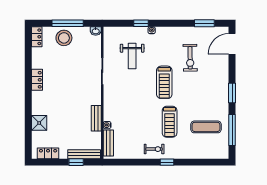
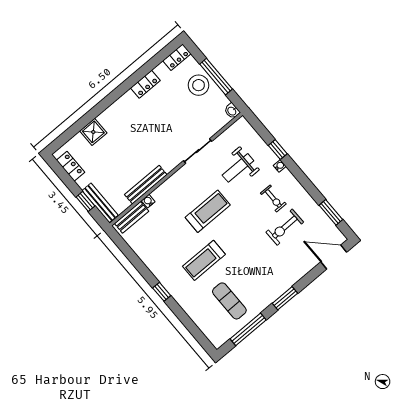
locker: (37, 80) -> (145, 84), moved
treadmill: (164, 82) -> (208, 211), moved, turned 180
bench: (96, 118) -> (146, 185), width x1.36
exercise bike: (154, 149) -> (273, 198), moved

